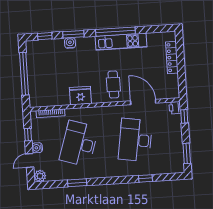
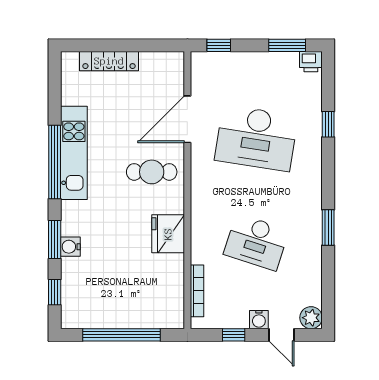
printer: (175, 108) -> (311, 62), moved
desk: (79, 144) -> (256, 242), width x0.73, depth x0.77
window: (77, 183) -> (328, 228), moved

